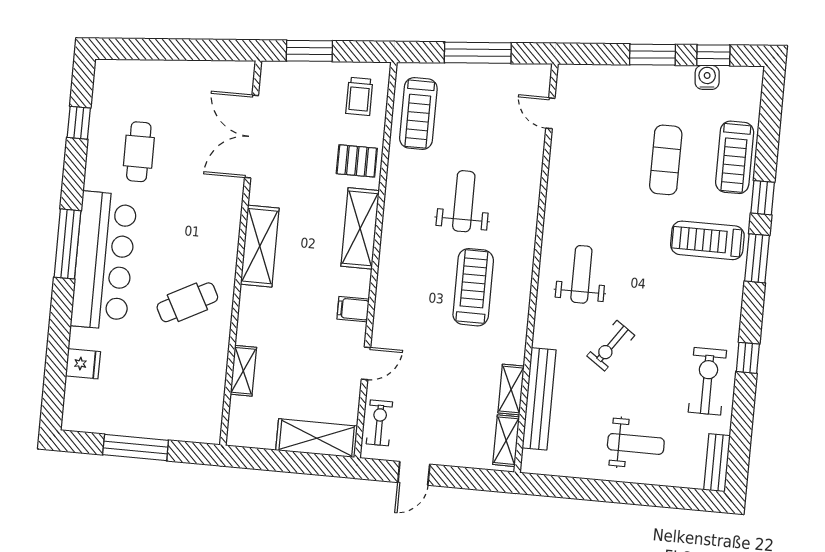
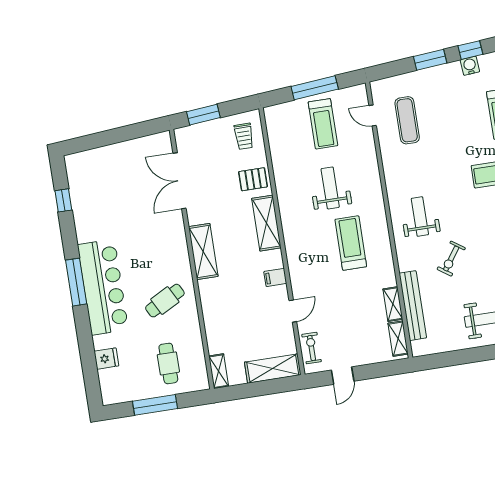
treadmill: (418, 113) -> (323, 124), moved
cafe table: (139, 152) -> (168, 363), moved
exercise mat: (666, 160) -> (407, 120), moved
shelving: (243, 371) -> (219, 371), moved

